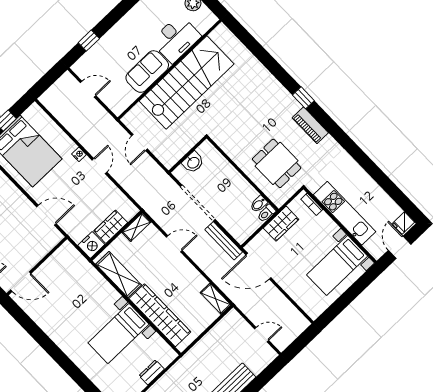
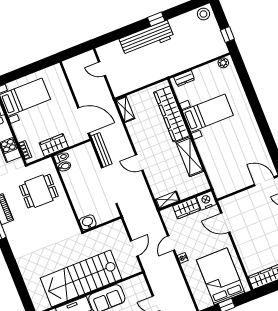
washbasin: (193, 162) -> (88, 222), moved
dining table: (277, 163) -> (39, 191), turned 90
wardrobe: (111, 227) -> (186, 208), moved
shelving: (136, 227) -> (167, 200), moved
wall: (116, 236) -> (185, 200), moved
nightstand: (91, 245) -> (206, 200), moved
dresser: (152, 372) -> (184, 78), moved

